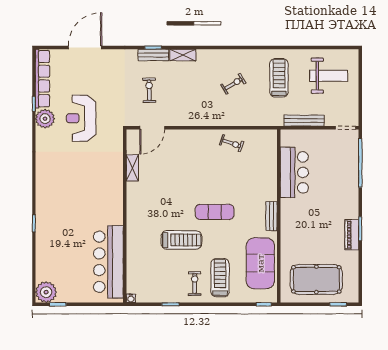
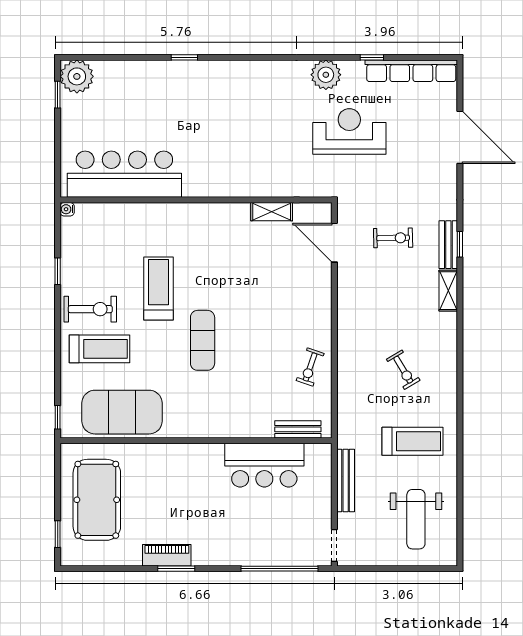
plant: (45, 119) -> (326, 75), moved
bench: (271, 216) -> (298, 429), moved
treadmill: (181, 240) -> (158, 288), turned 180
exercise bike: (195, 284) -> (90, 309), width x1.38, depth x1.39

